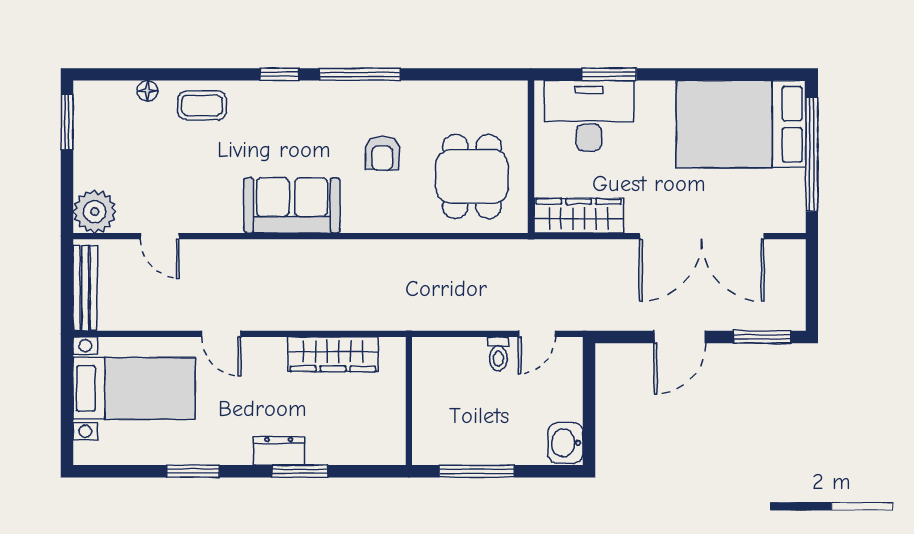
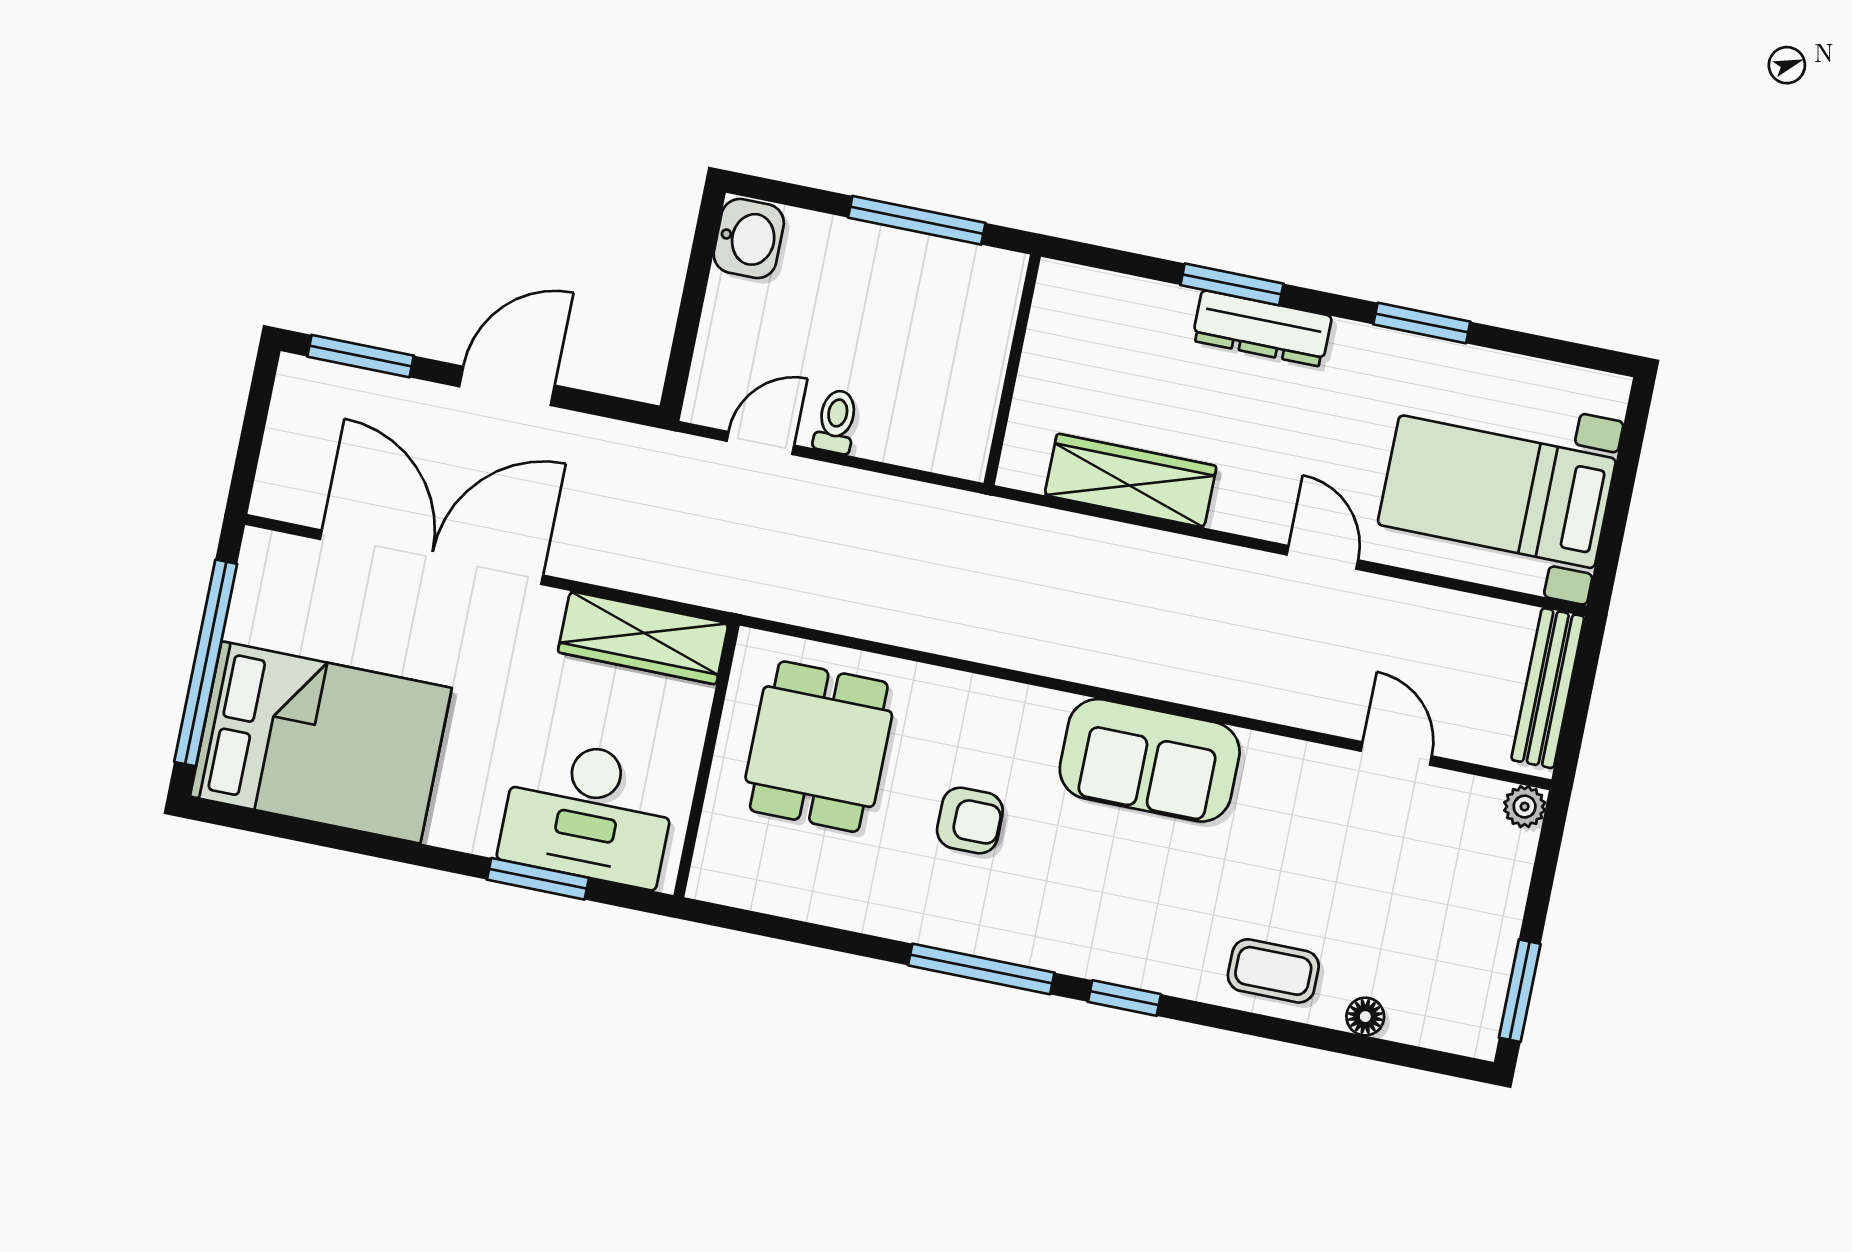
armchair: (382, 153) -> (970, 821), turned 90
plant: (95, 212) -> (1525, 807), width x0.53, depth x0.53
dresser: (279, 451) -> (1262, 328), width x1.44

